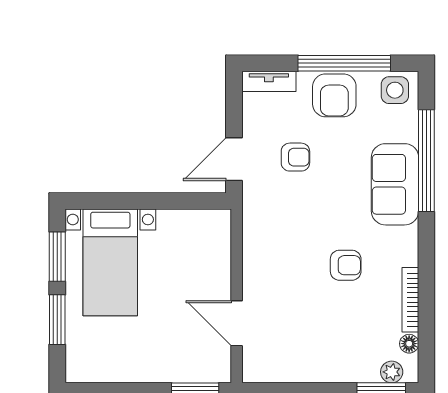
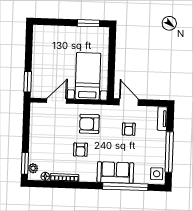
armchair: (334, 95) -> (89, 124), moved
bed with nightstands: (110, 262) -> (88, 76), moved, turned 90
window: (57, 320) -> (61, 22), removed

